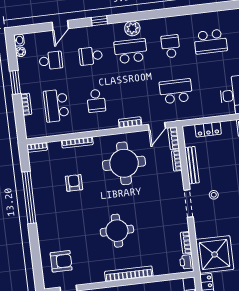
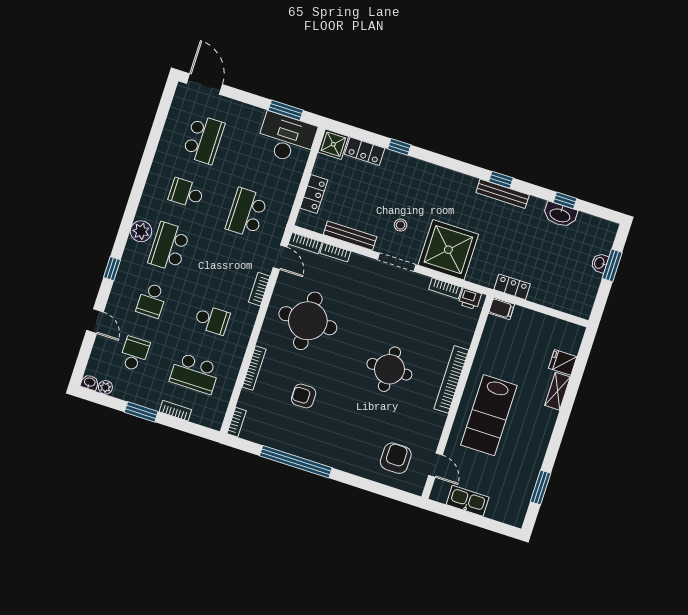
shower: (215, 254) -> (448, 250), moved

